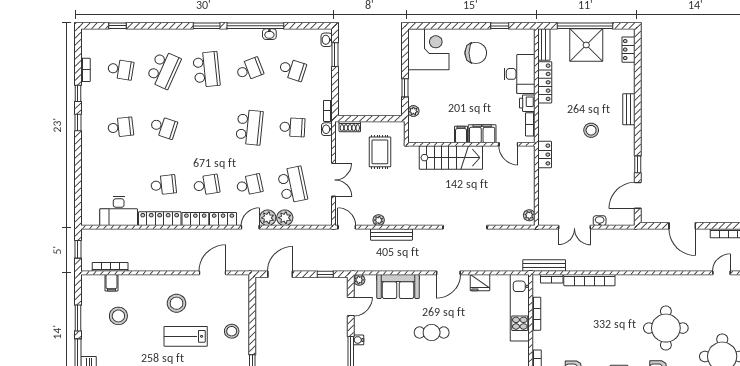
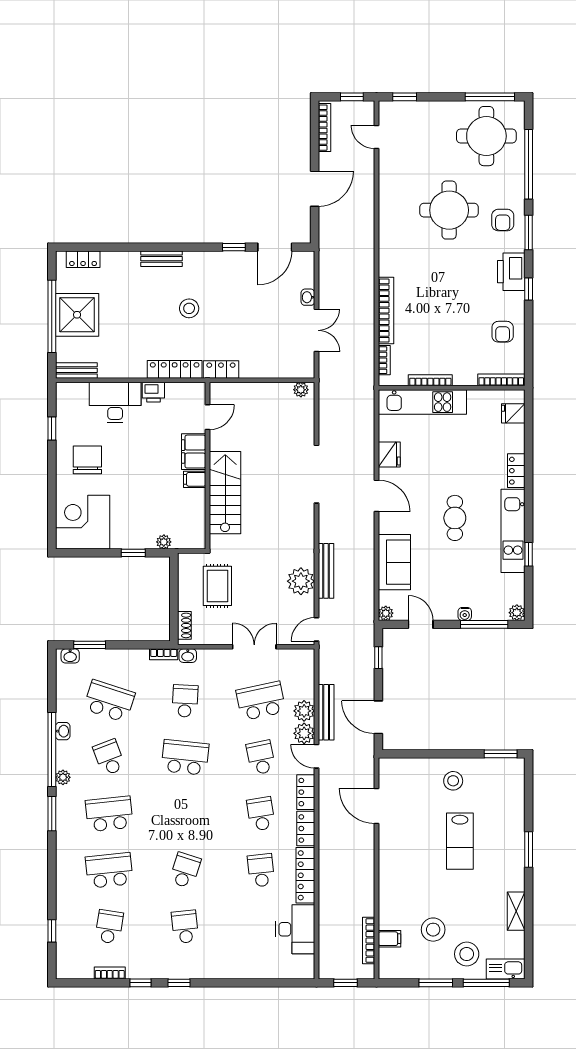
plant: (234, 34) -> (63, 777), added
school desk: (163, 69) -> (109, 870), turned -30
school desk: (292, 69) -> (109, 701), width x1.85
locker: (545, 82) -> (175, 369), moved
bookcase: (530, 124) -> (181, 388), removed
rug: (380, 152) -> (217, 586), turned 90
door: (638, 195) -> (275, 247), hinge flipped
plant: (379, 220) -> (301, 581), width x1.88, depth x1.88
bench: (544, 265) -> (326, 712), moved
stool: (176, 303) -> (467, 954), moved

